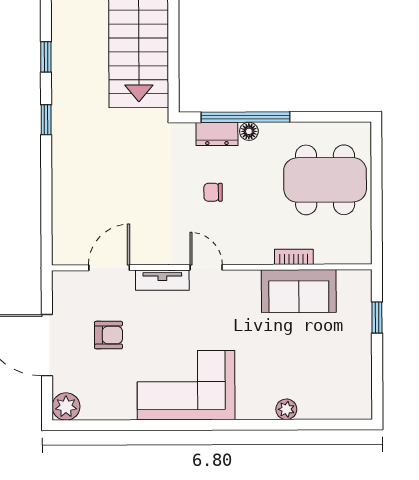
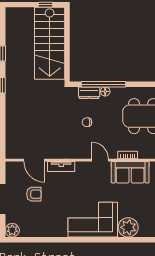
door: (206, 267) -> (100, 160), moved
door: (109, 268) -> (34, 160), swing flipped
corner sofa: (186, 385) -> (93, 220), moved
plant: (286, 409) -> (128, 227), width x1.87, depth x1.87

